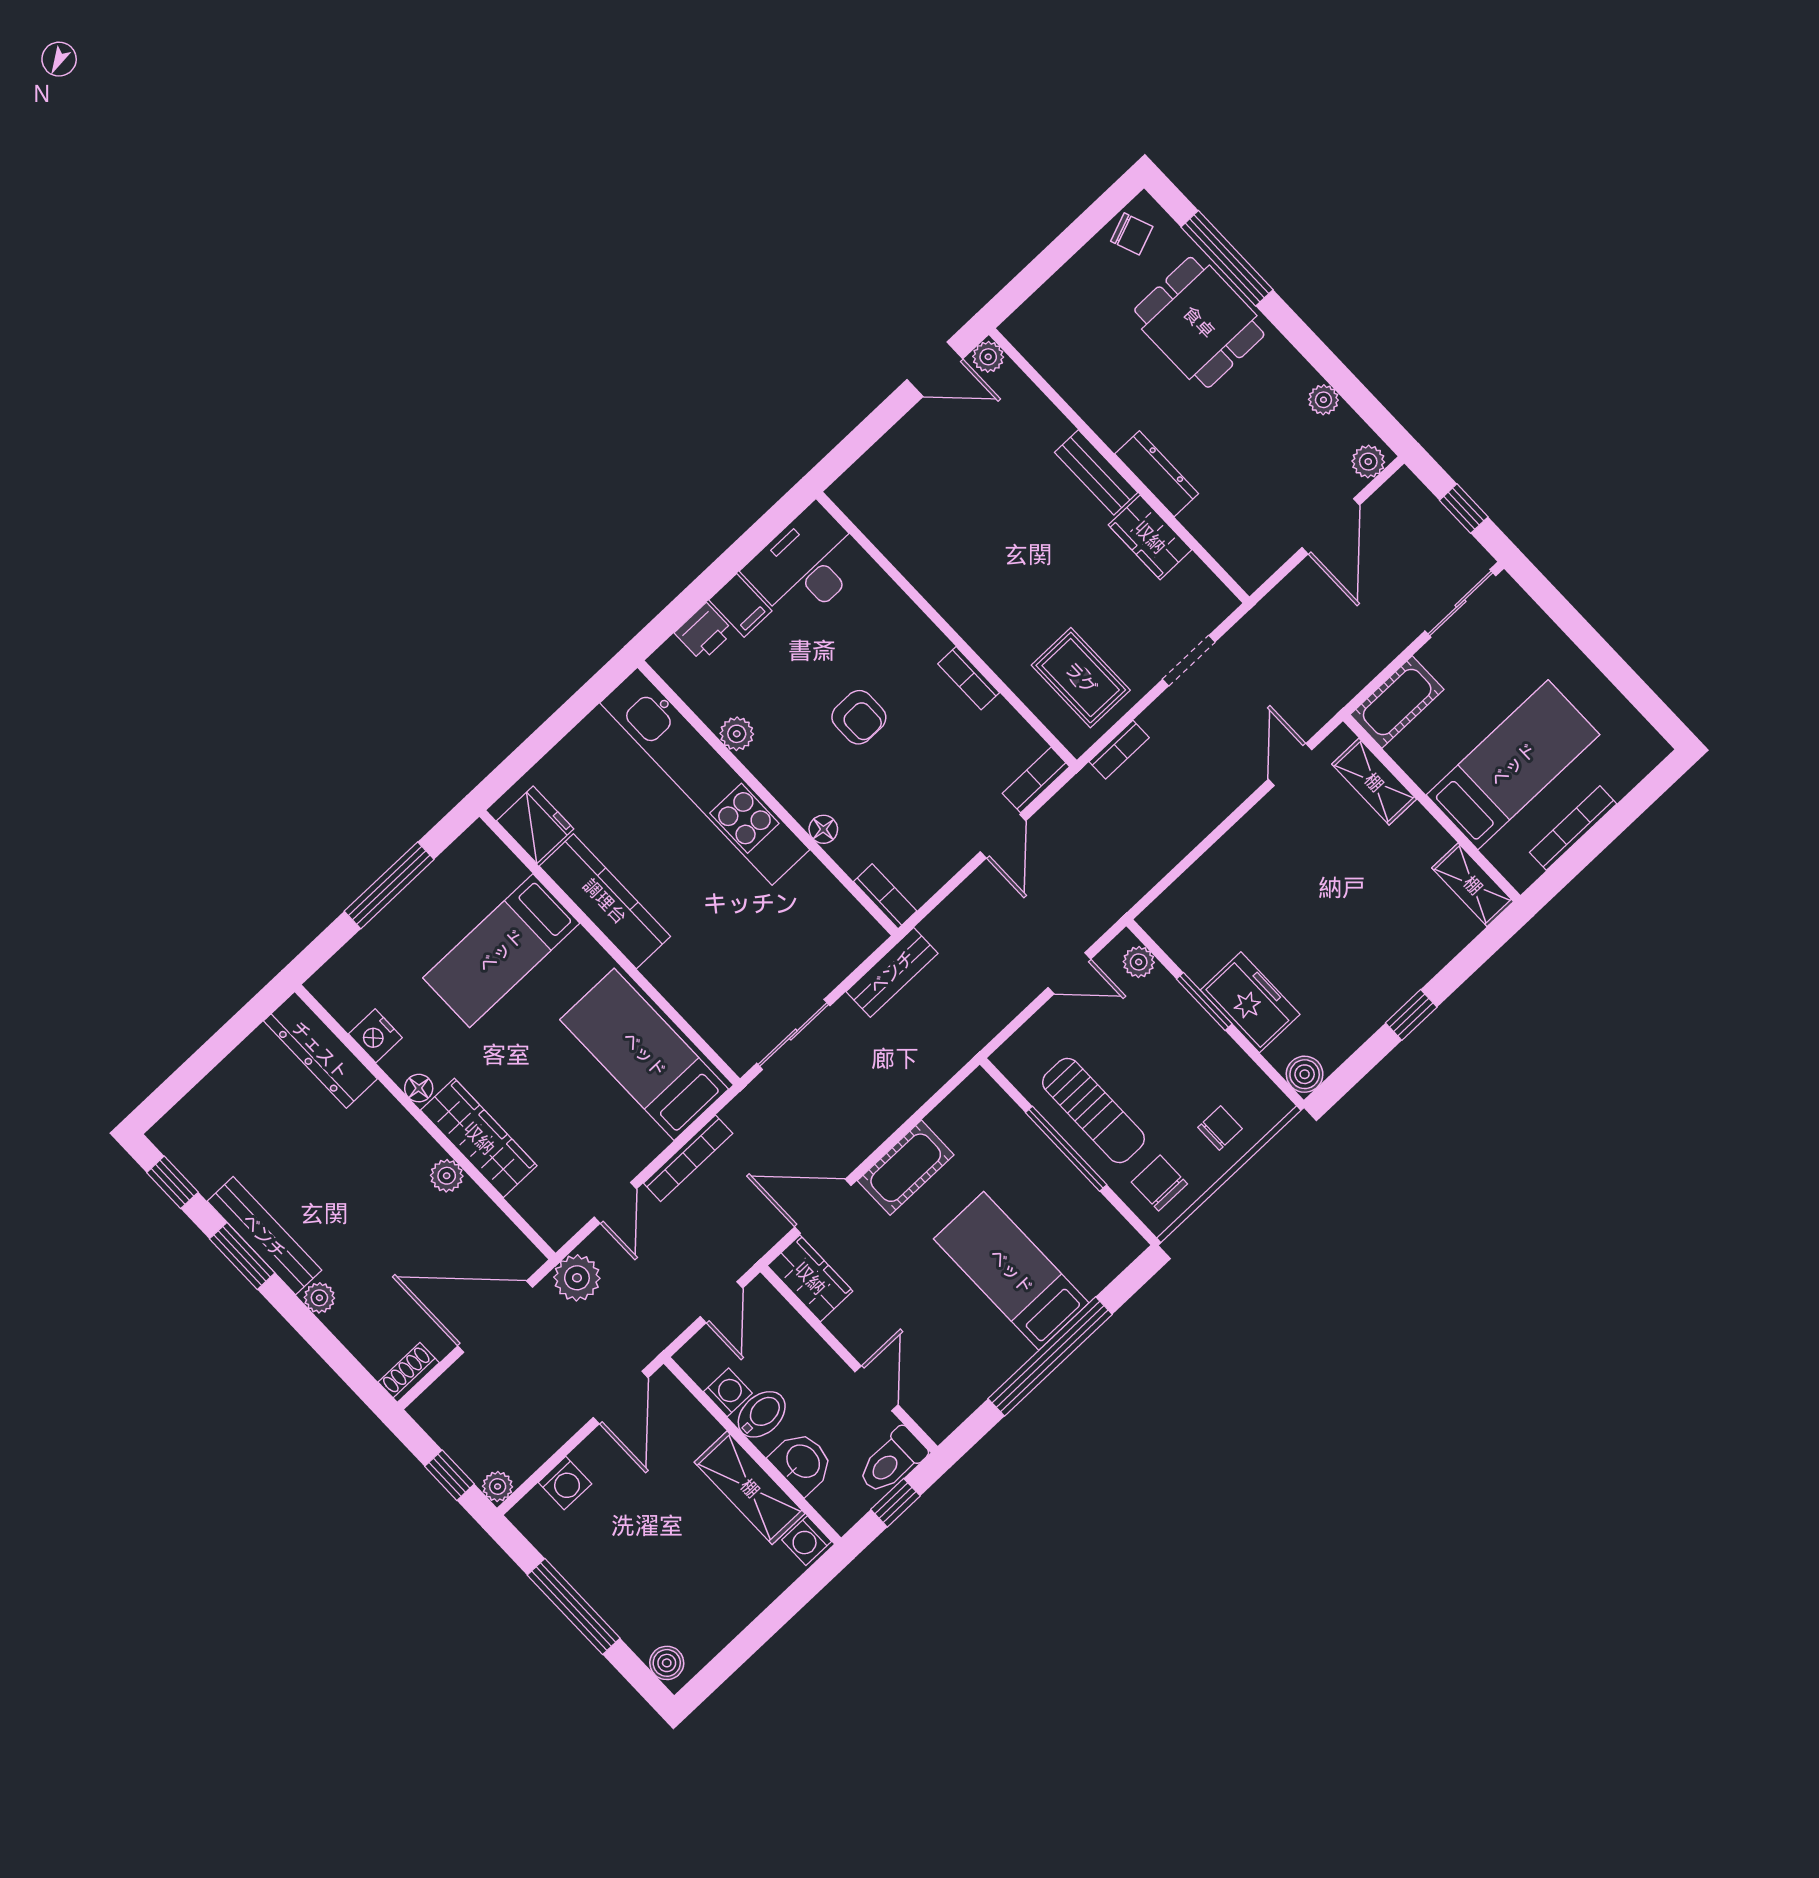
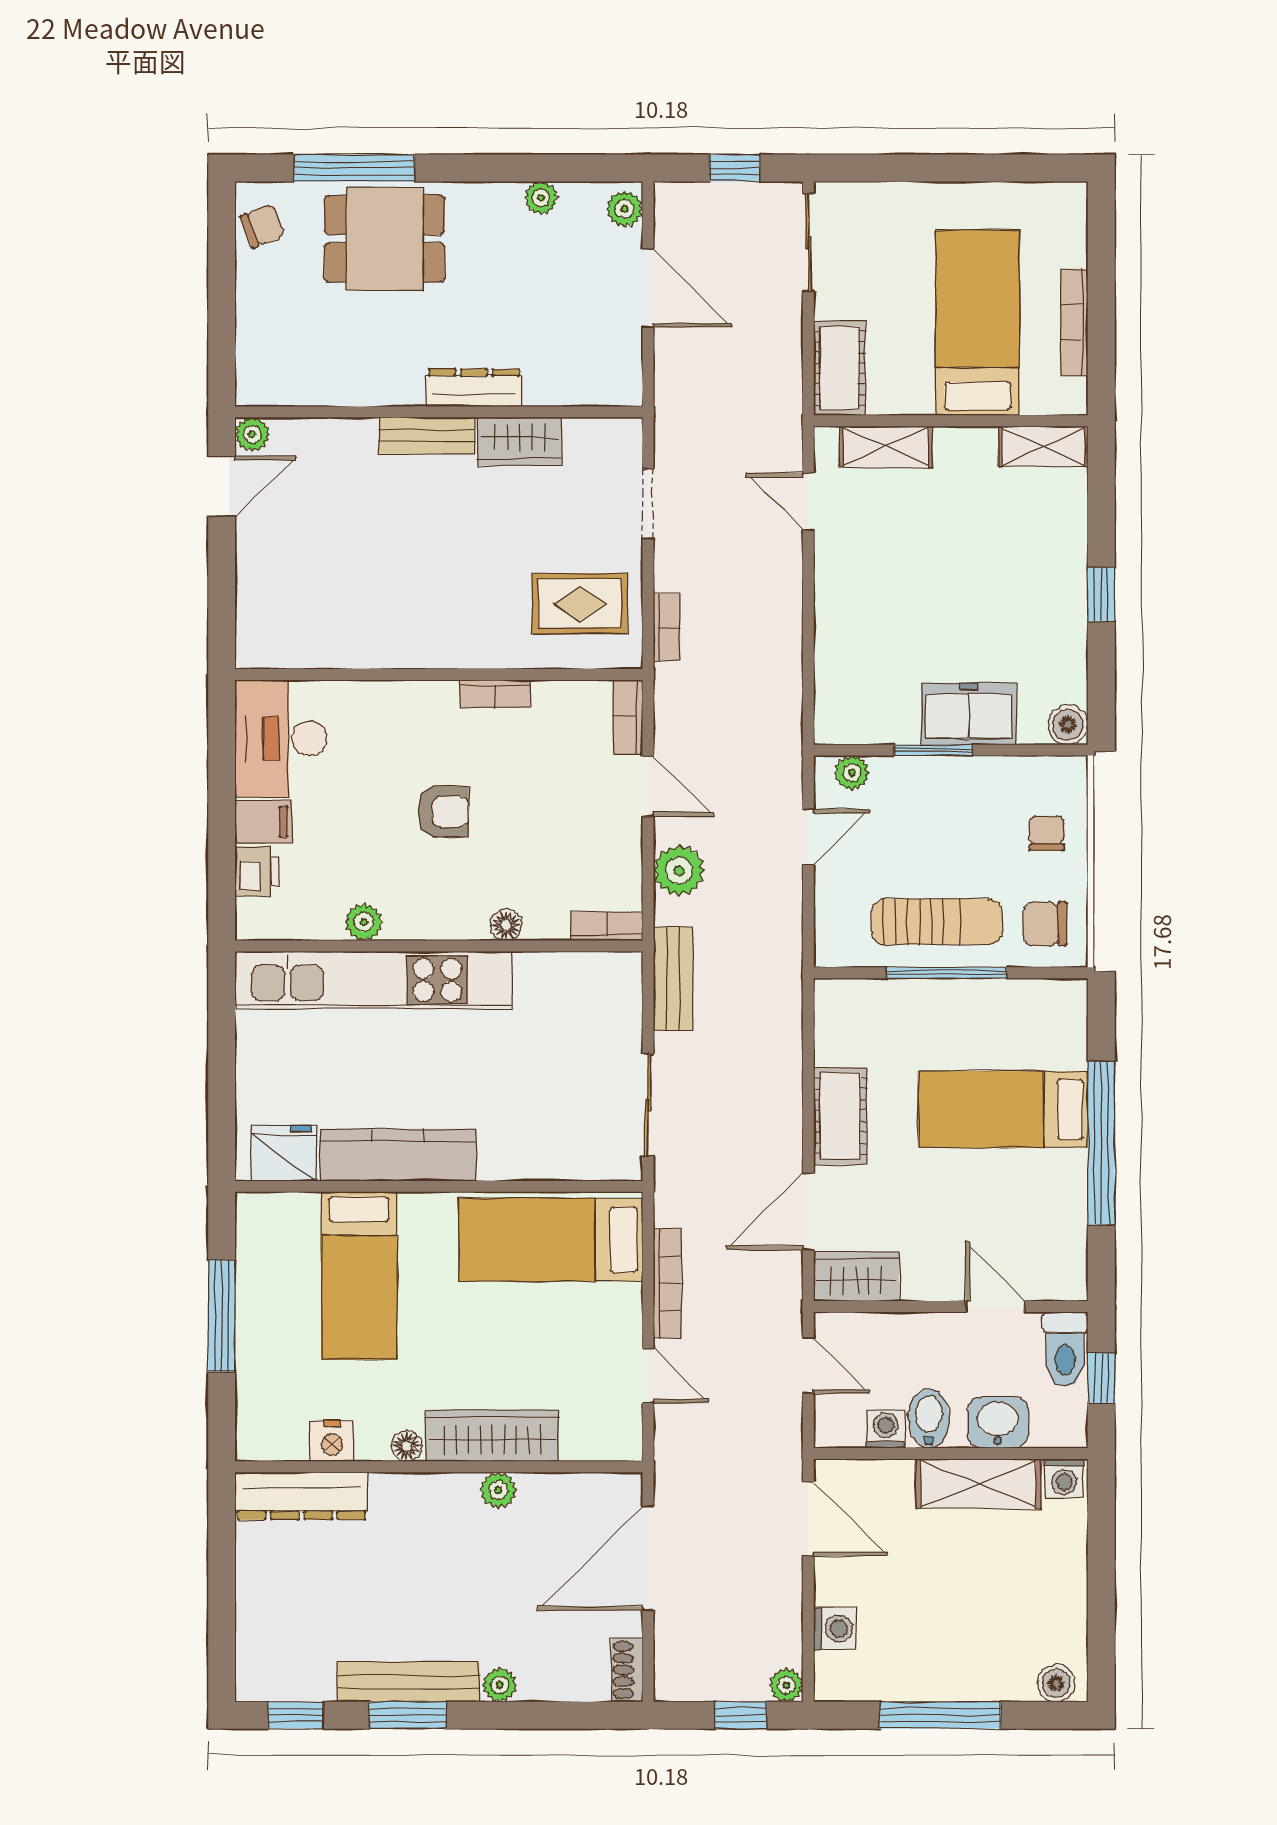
plant: (577, 1278) -> (679, 871), moved

